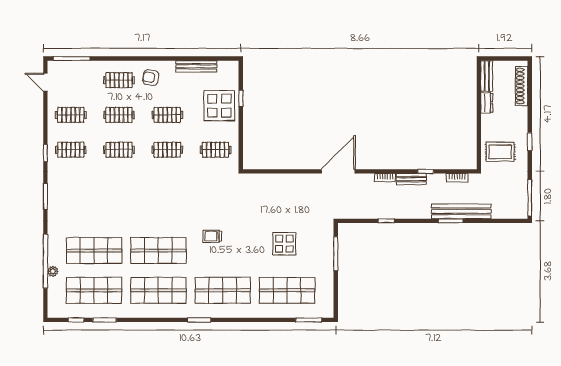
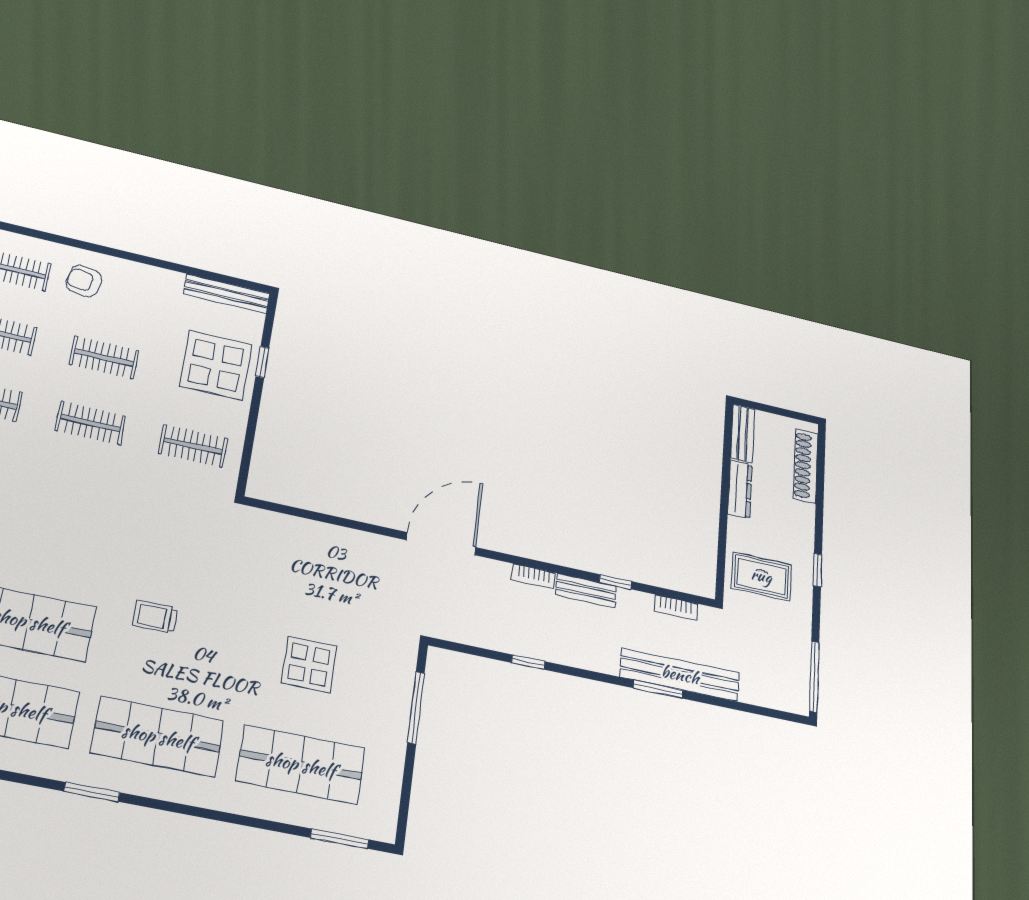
bench: (196, 66) -> (227, 294), moved
dresser: (487, 103) -> (740, 489), width x1.44

